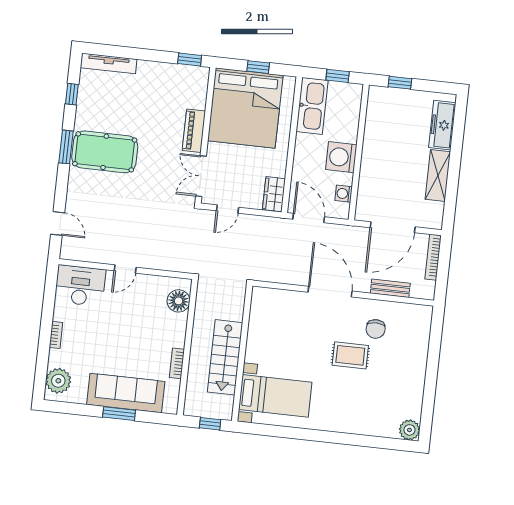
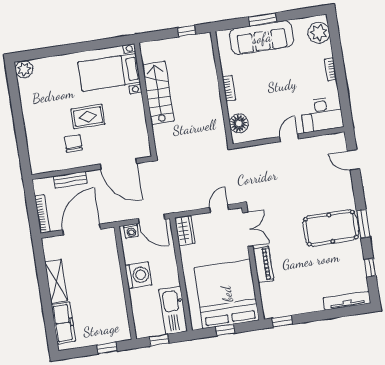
washing machine: (344, 194) -> (131, 231), moved, turned 90
wall: (242, 353) -> (145, 100), moved
stairs: (225, 357) -> (158, 93), moved
bookcase: (177, 363) -> (229, 88), moved
bed with nightstands: (275, 396) -> (109, 72), moved

